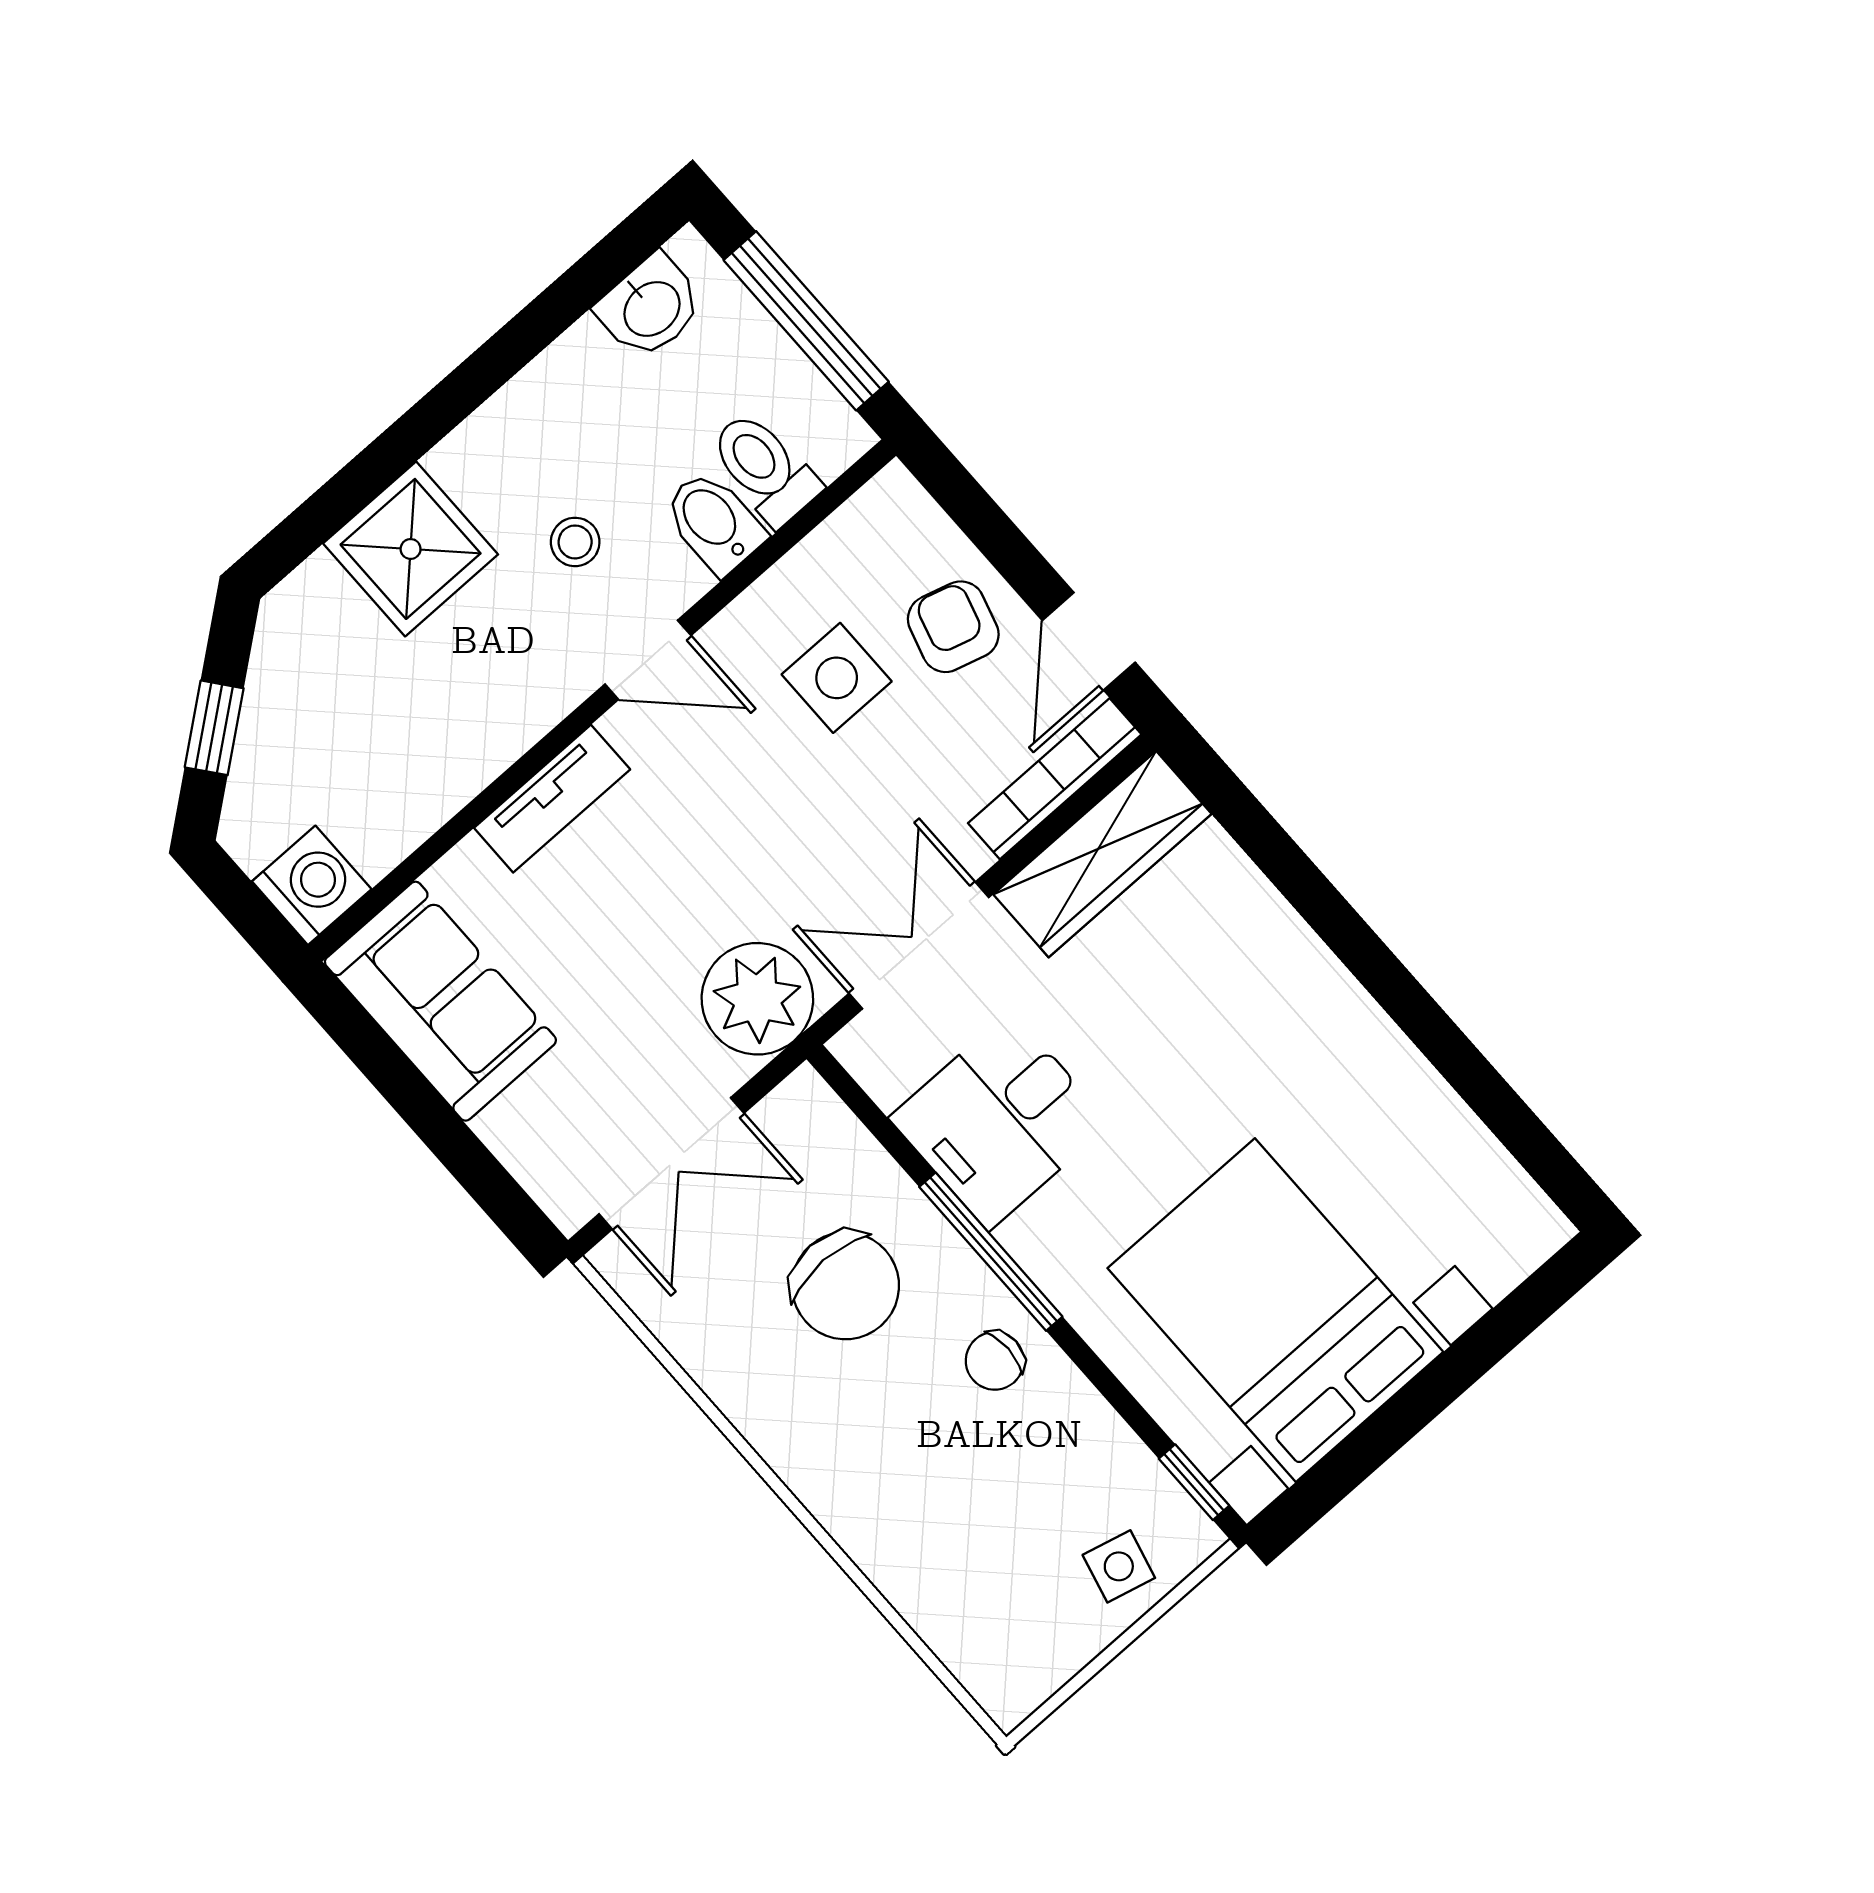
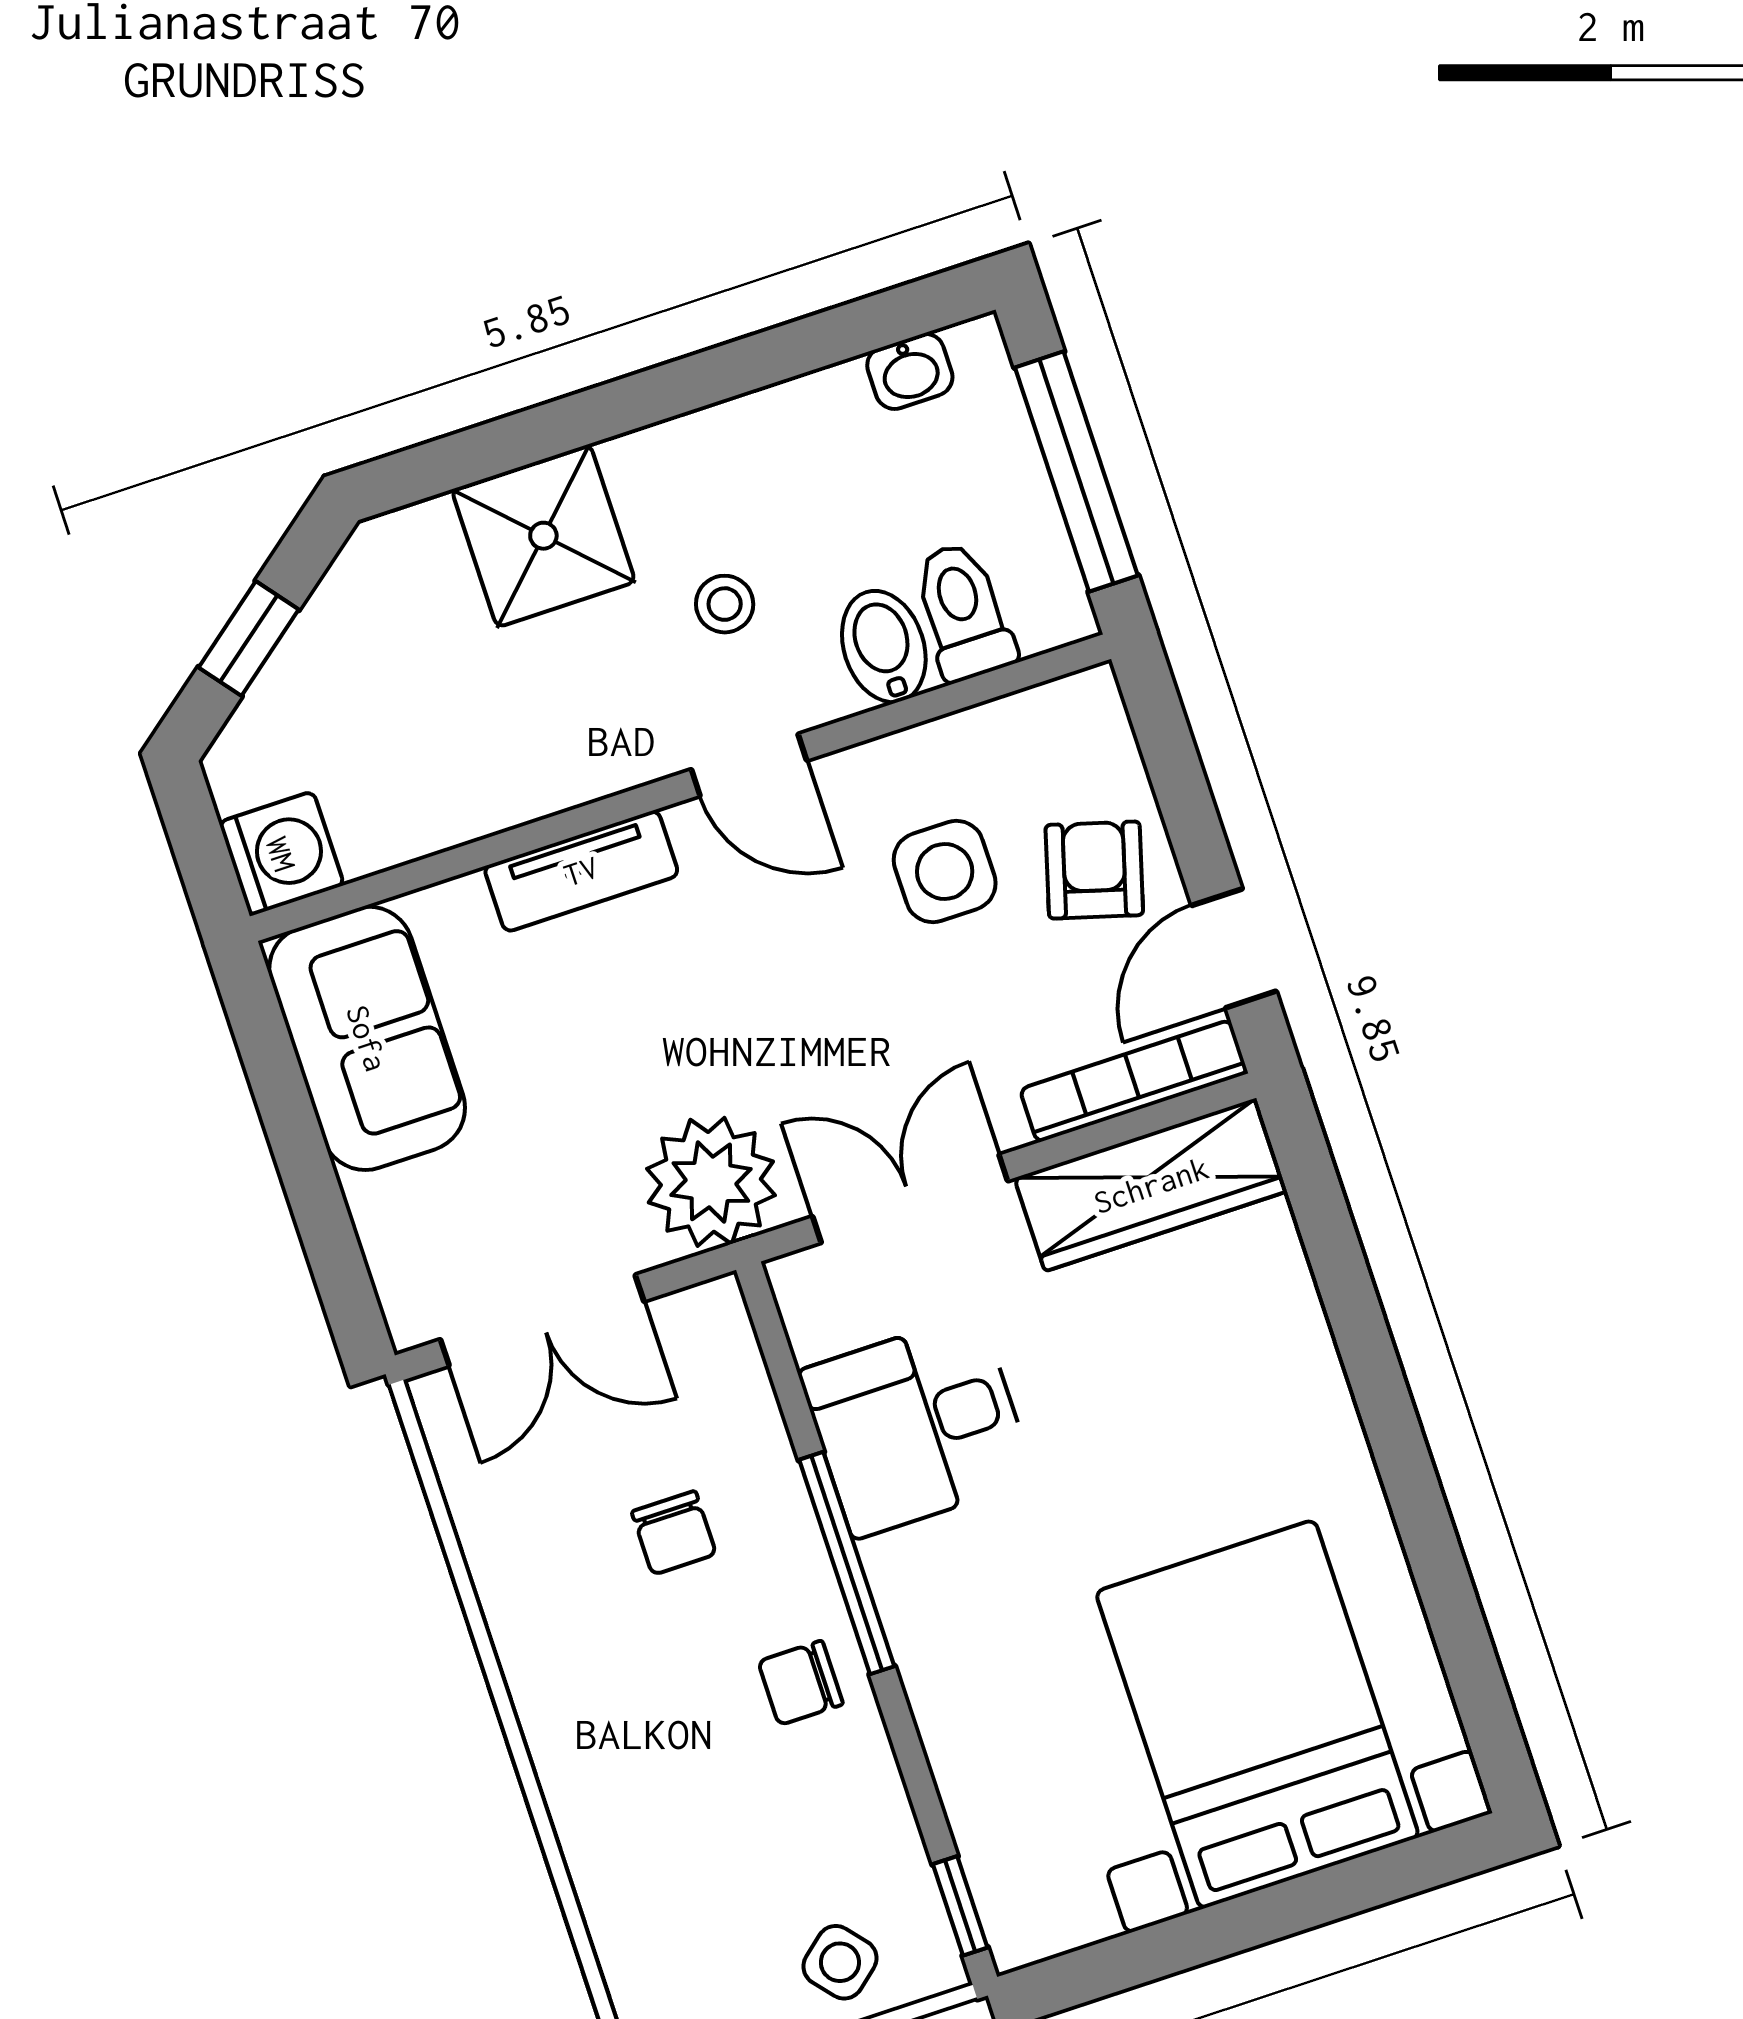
washbasin: (650, 307) -> (910, 371), width x0.72, depth x0.69
chair: (845, 1286) -> (674, 1533), width x0.54, depth x0.54
bed with nightstands: (1275, 1310) -> (1257, 1714), moved
side table: (1119, 1566) -> (840, 1962), turned 36

